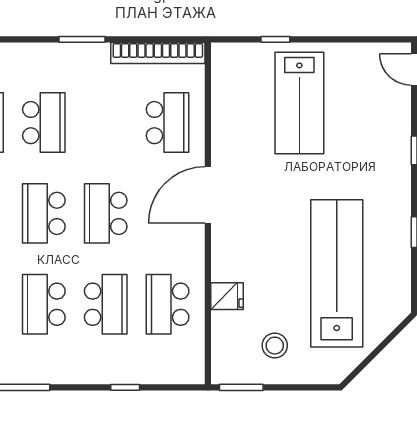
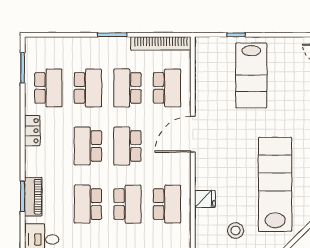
school desk: (106, 123) -> (127, 88), added
school desk: (168, 304) -> (167, 204), turned 180

